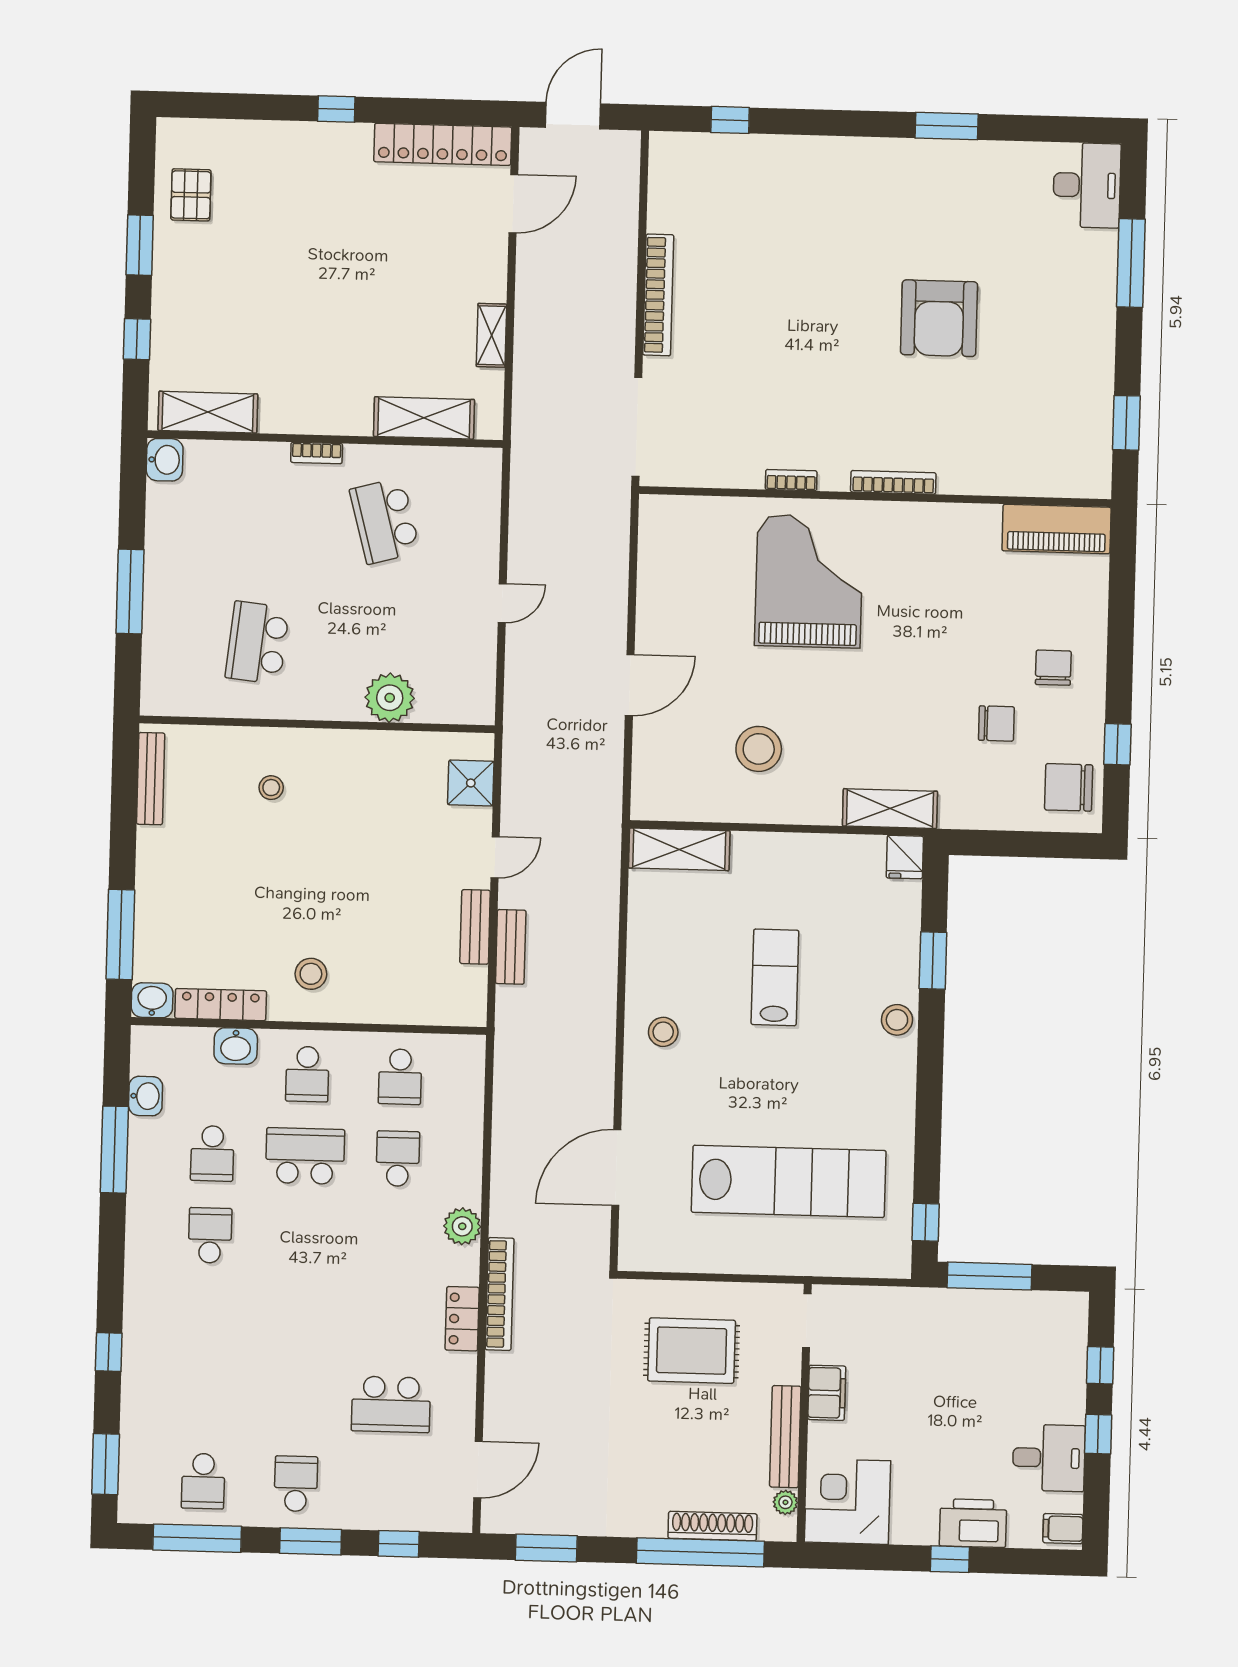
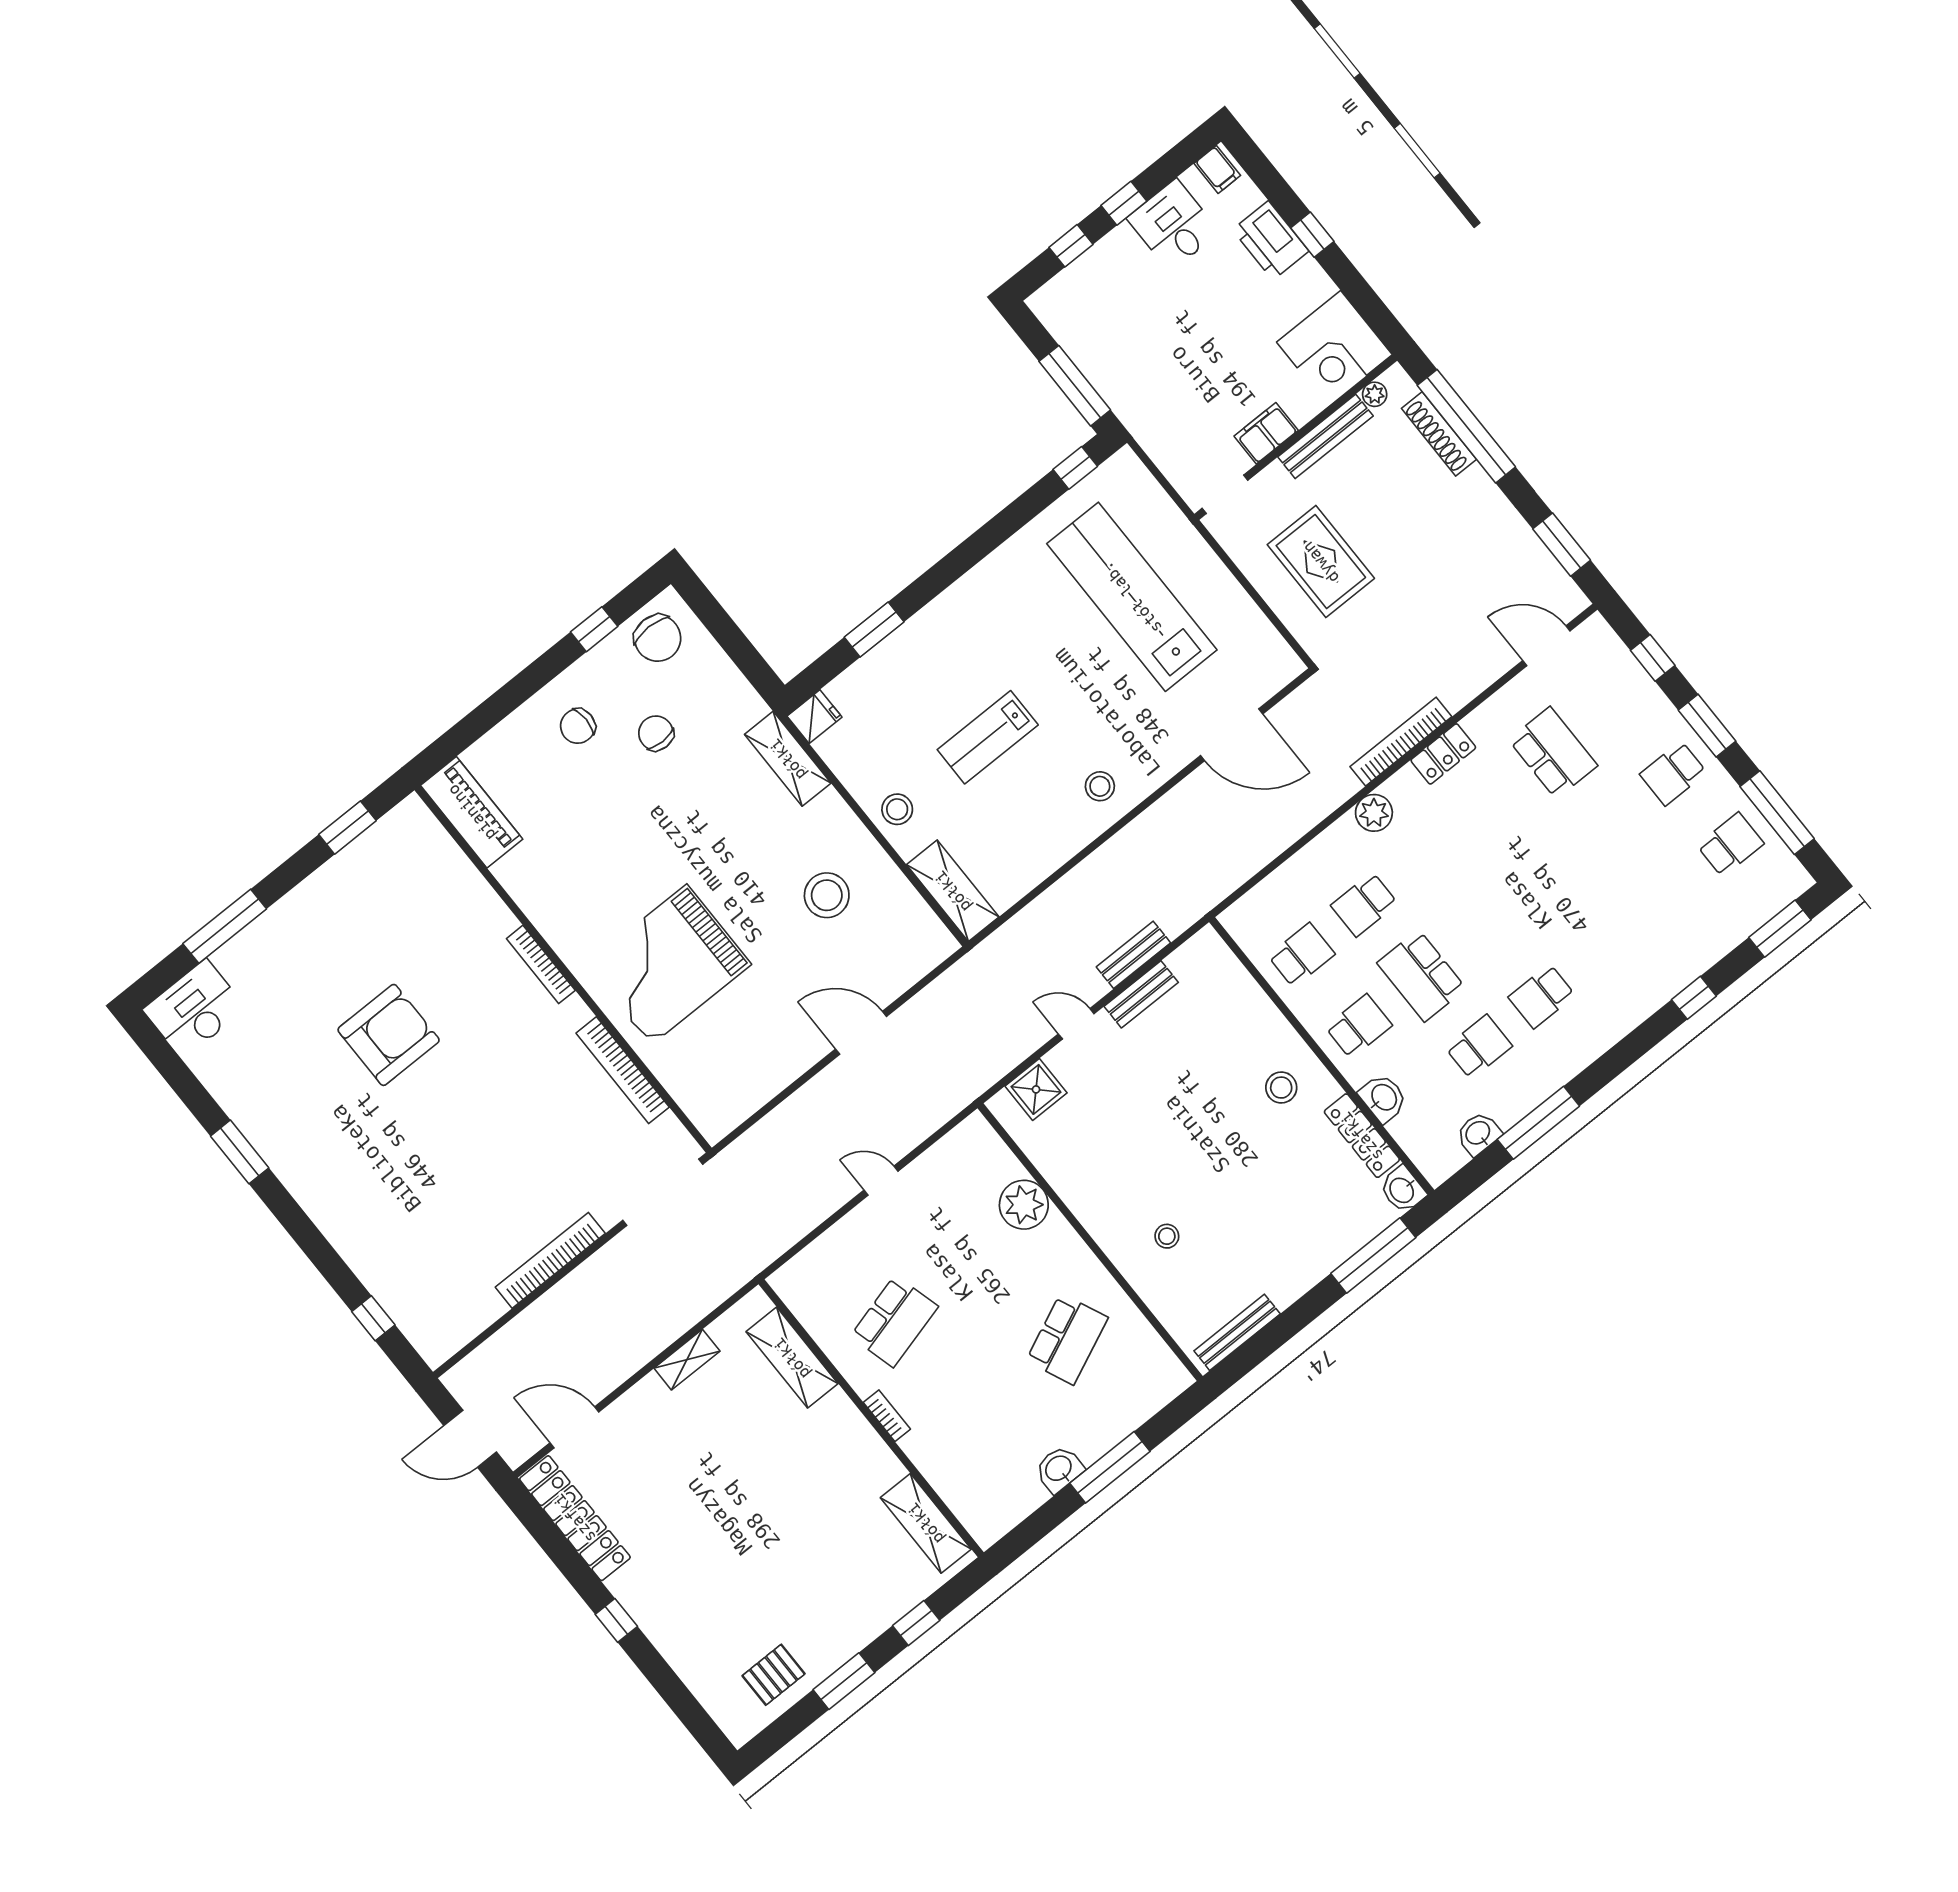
washbasin: (165, 460) -> (1059, 1469), moved
bookcase: (791, 480) -> (623, 1070), width x2.31, depth x1.31
school desk: (257, 643) -> (1067, 1339), turned -30
stool: (897, 1020) -> (897, 809), moved

